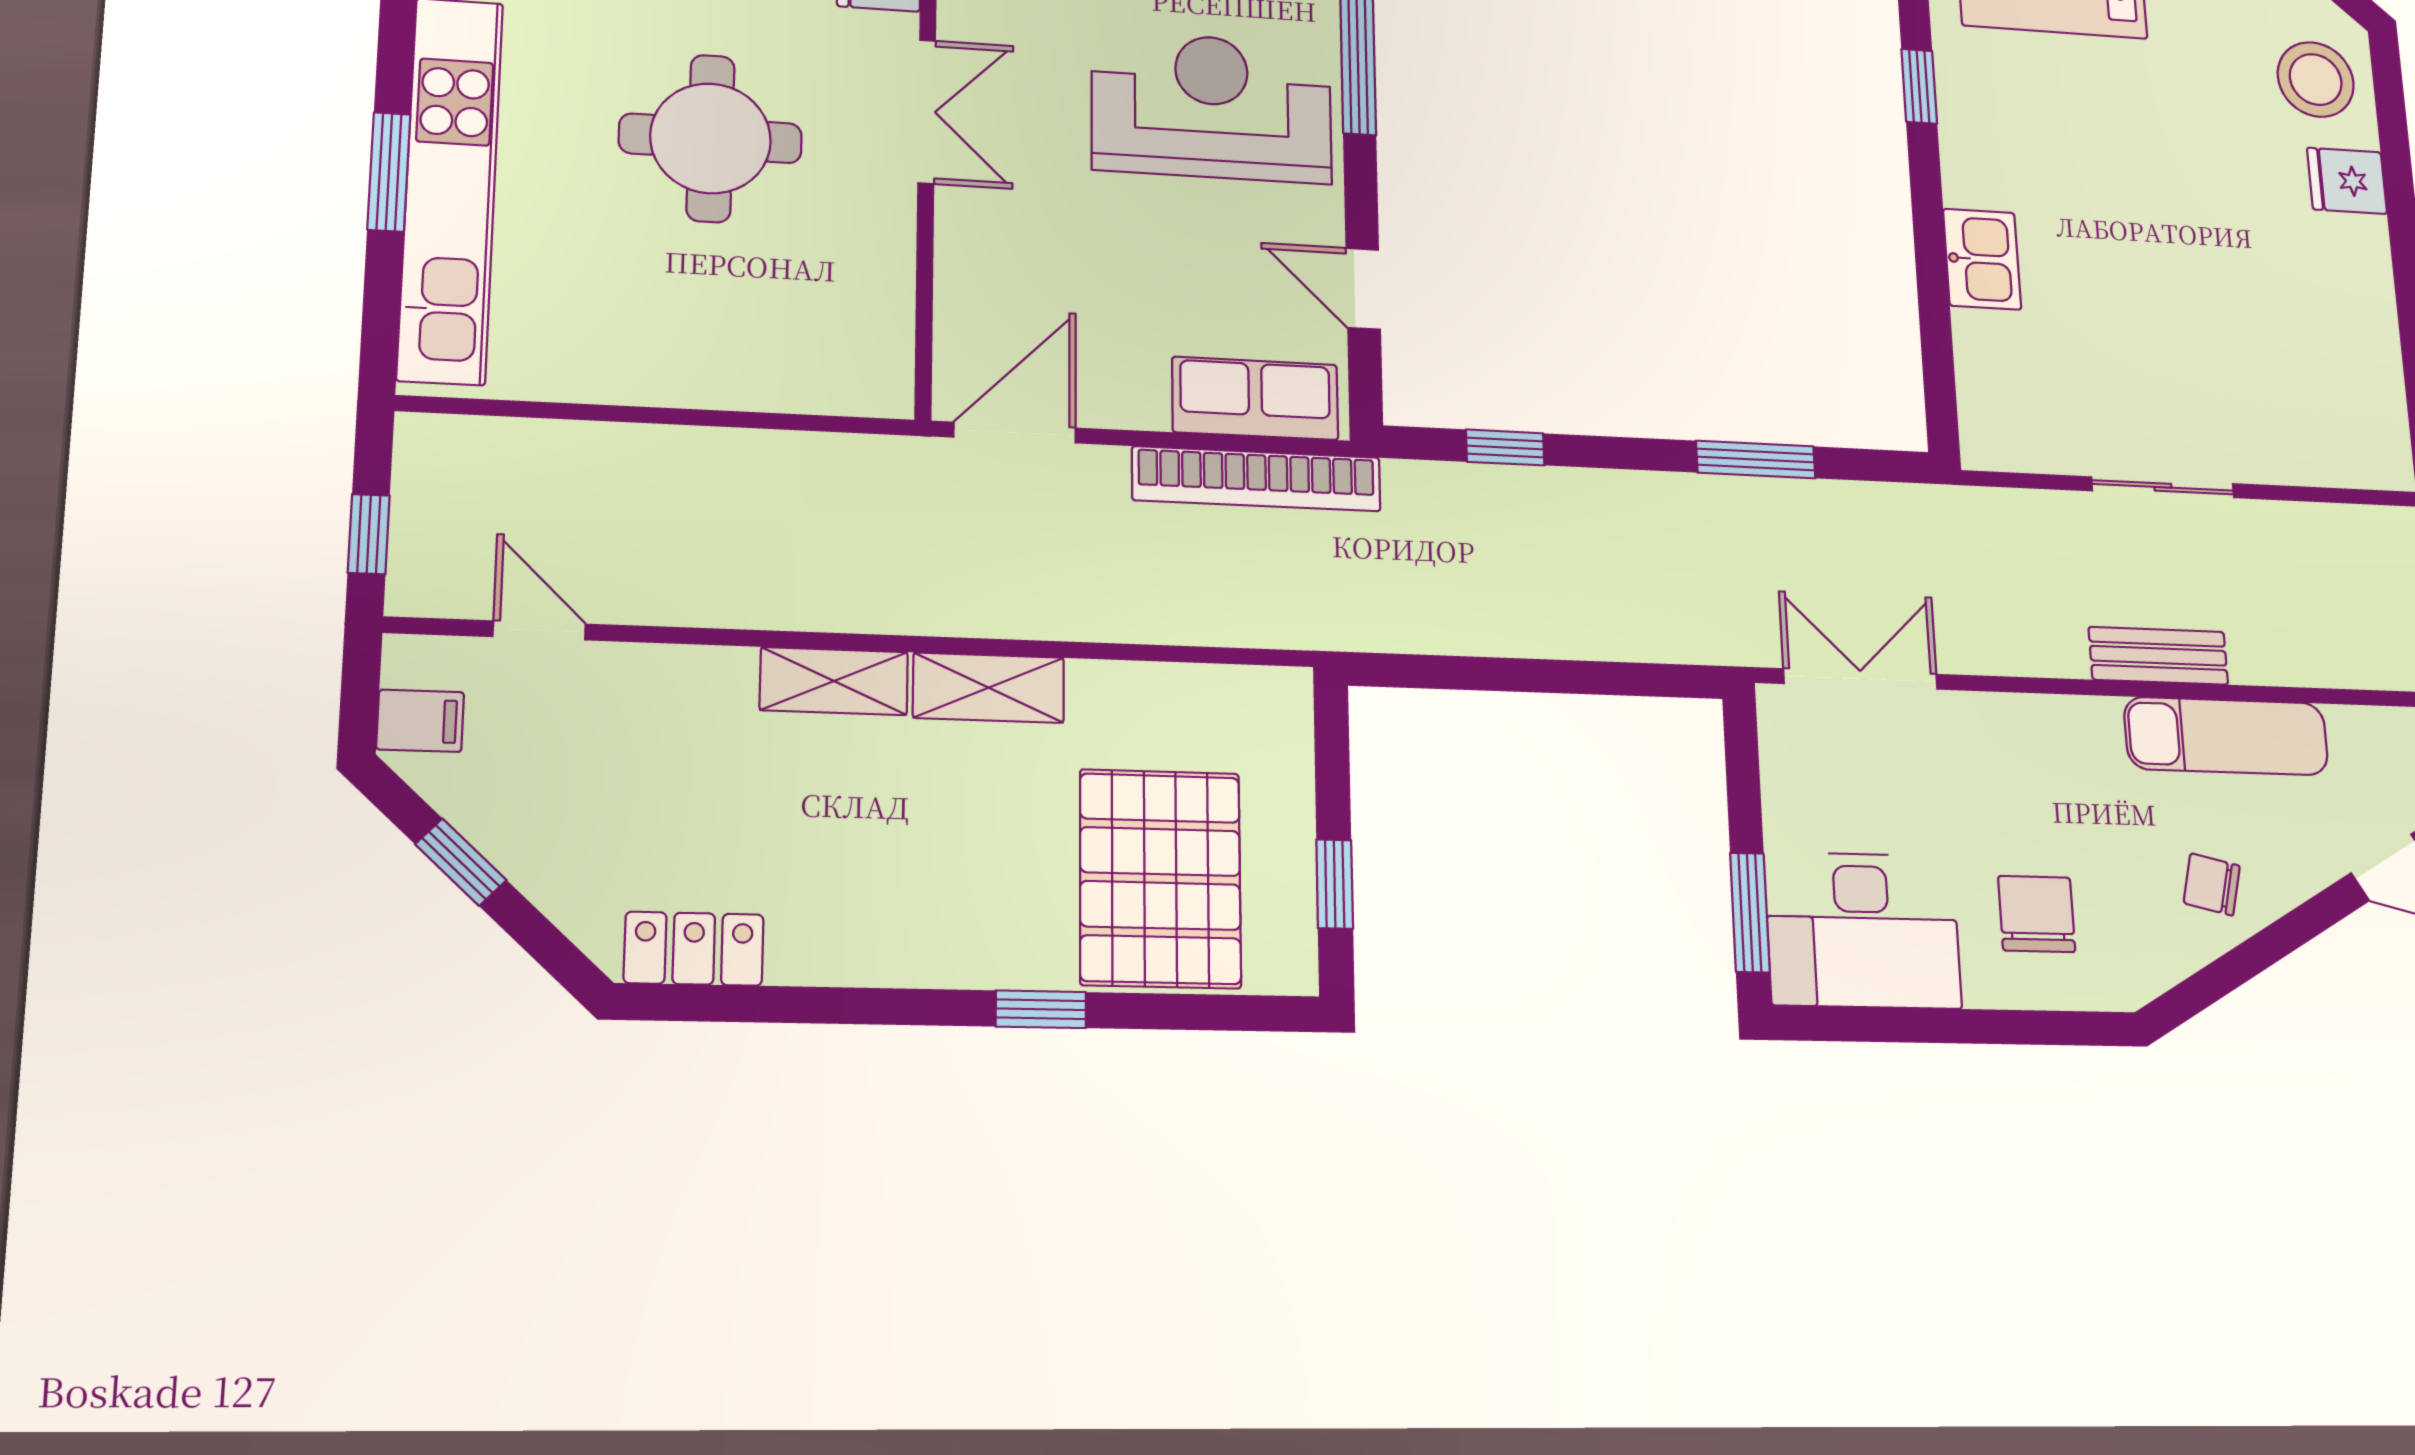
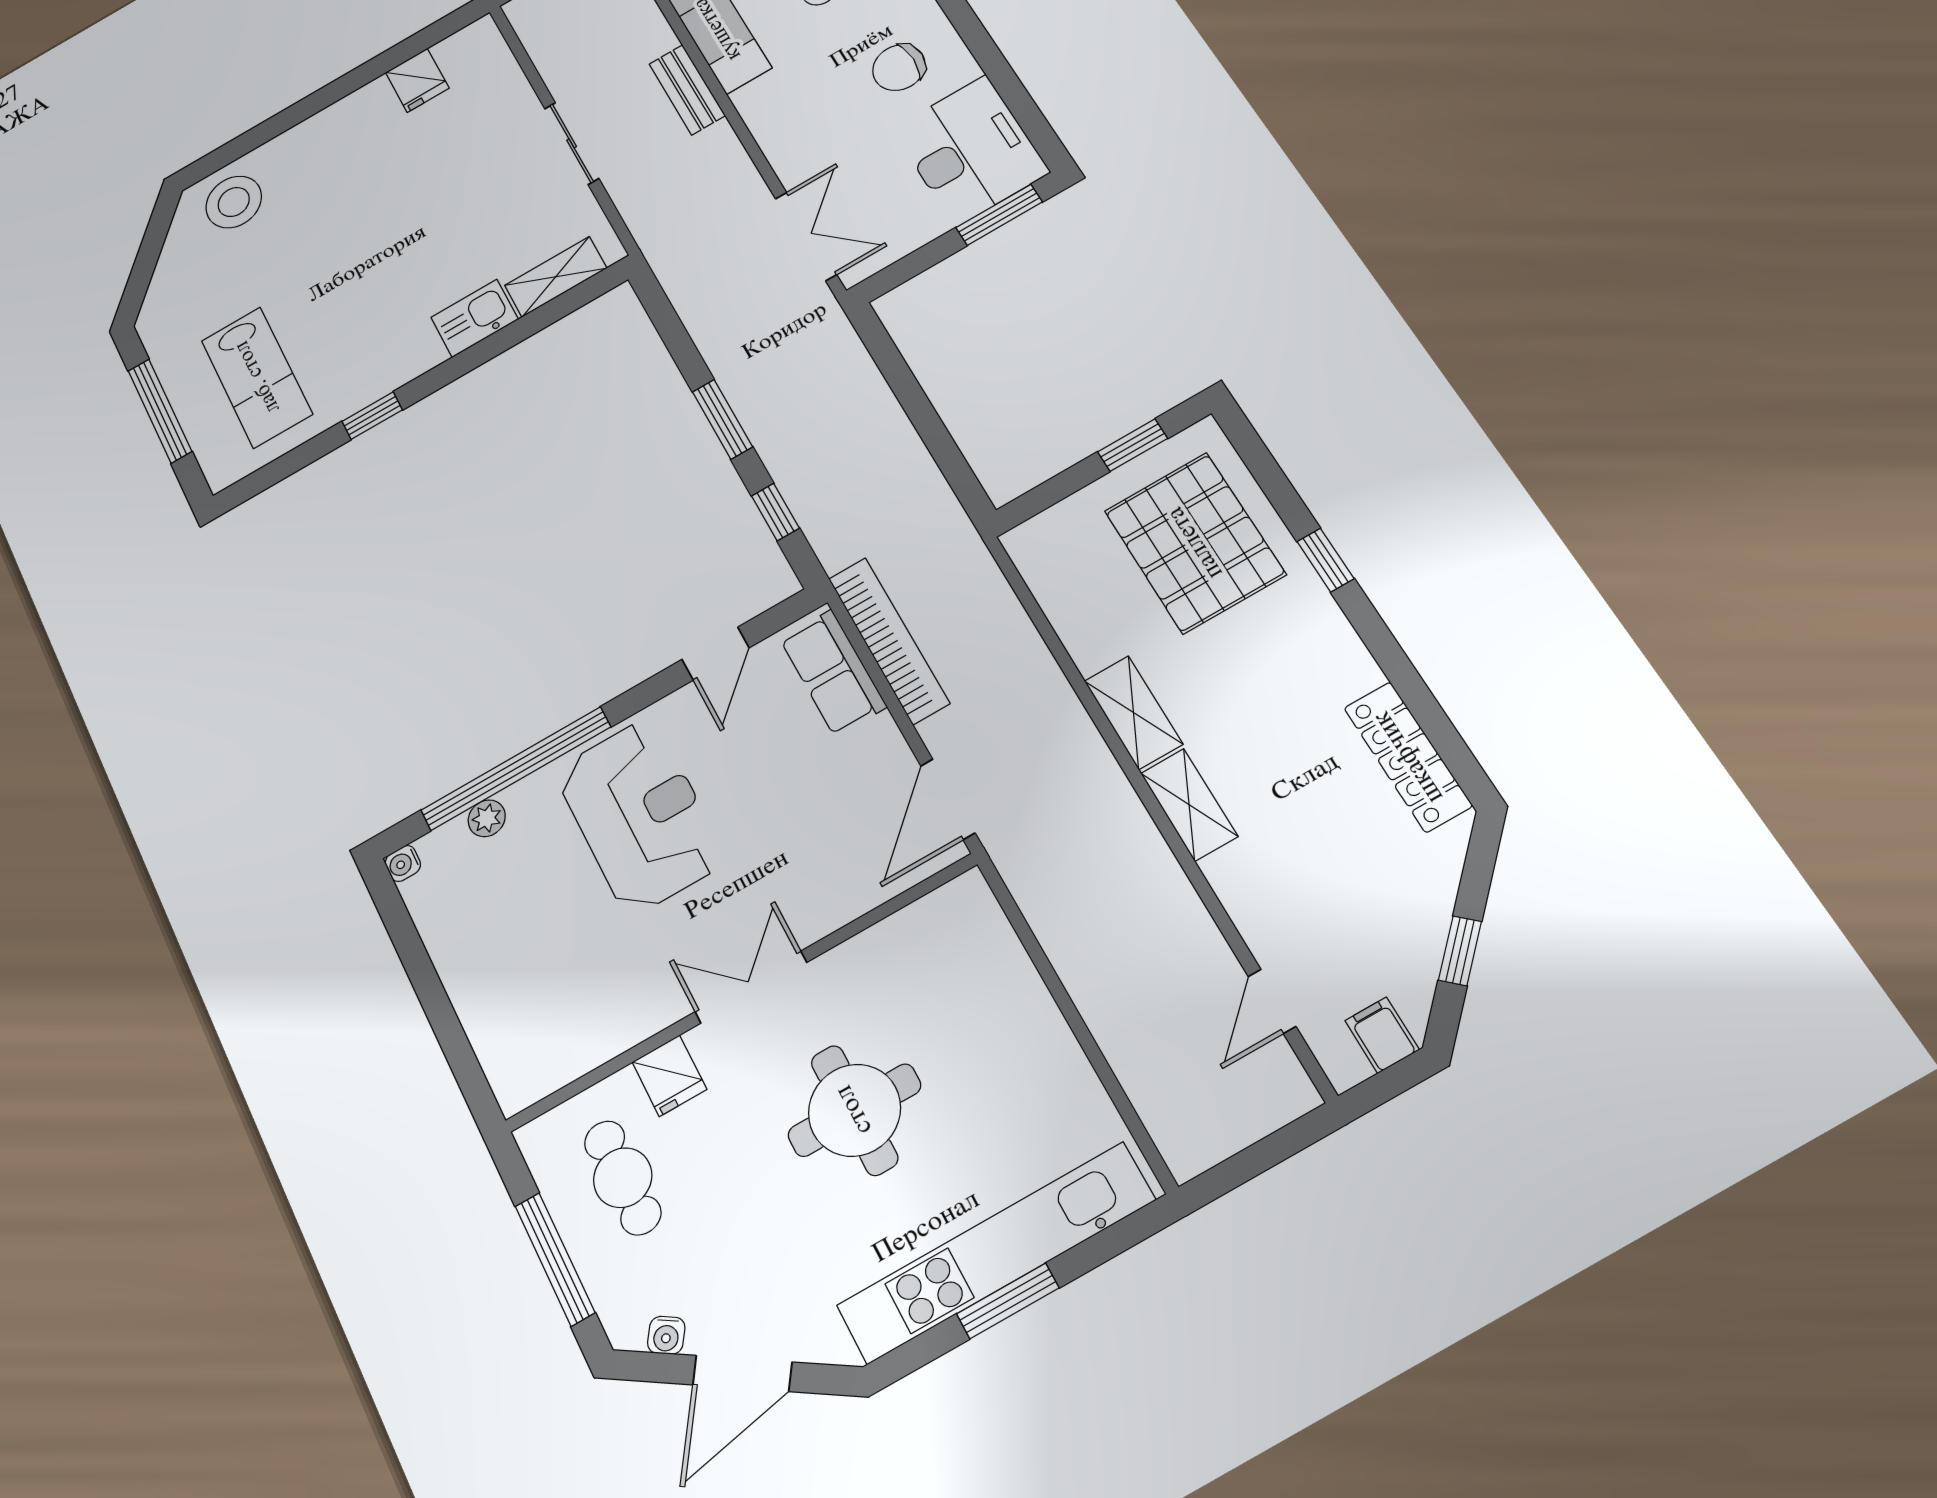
reception desk: (1212, 107) -> (640, 816), turned 180
fridge: (2347, 181) -> (417, 80), moved
shelving: (1983, 375) -> (556, 277), added
door: (1015, 433) -> (948, 799), hinge flipped
window: (1756, 460) -> (722, 419), moved
window: (369, 534) -> (1275, 1148), removed
double door: (1861, 679) -> (806, 236), swing flipped
pallet: (1160, 878) -> (1195, 543), turned 90
locker: (694, 949) -> (1408, 757), width x1.53

